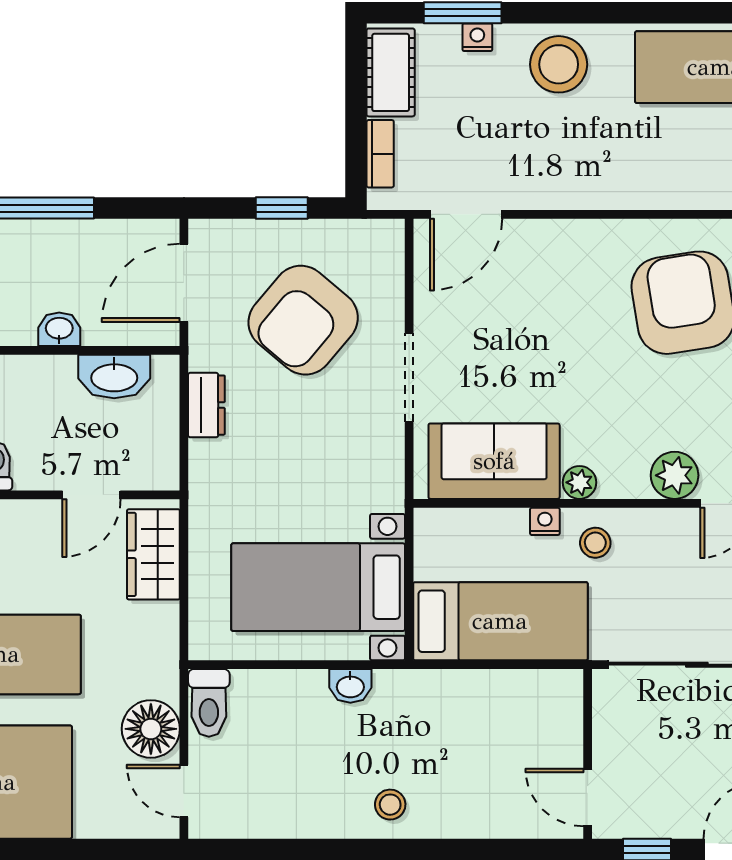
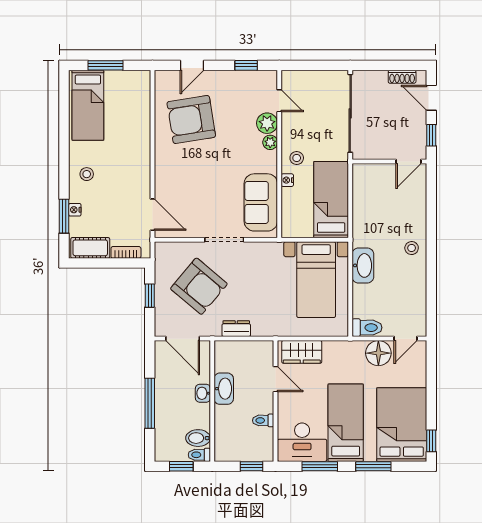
stool: (559, 64) -> (87, 174), width x0.53, depth x0.53
washbasin: (114, 377) -> (224, 389), moved
plant: (579, 482) -> (270, 142), moved
washbasin: (350, 686) -> (363, 265), width x1.91, depth x1.45

